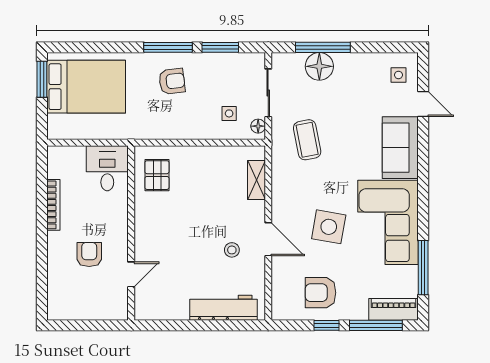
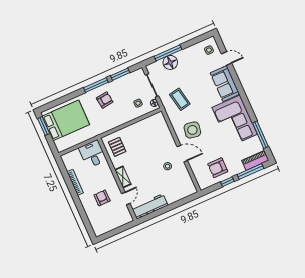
shelving: (256, 180) -> (123, 177), moved
side table: (329, 227) -> (192, 130), moved
workbench: (224, 308) -> (150, 206), moved

